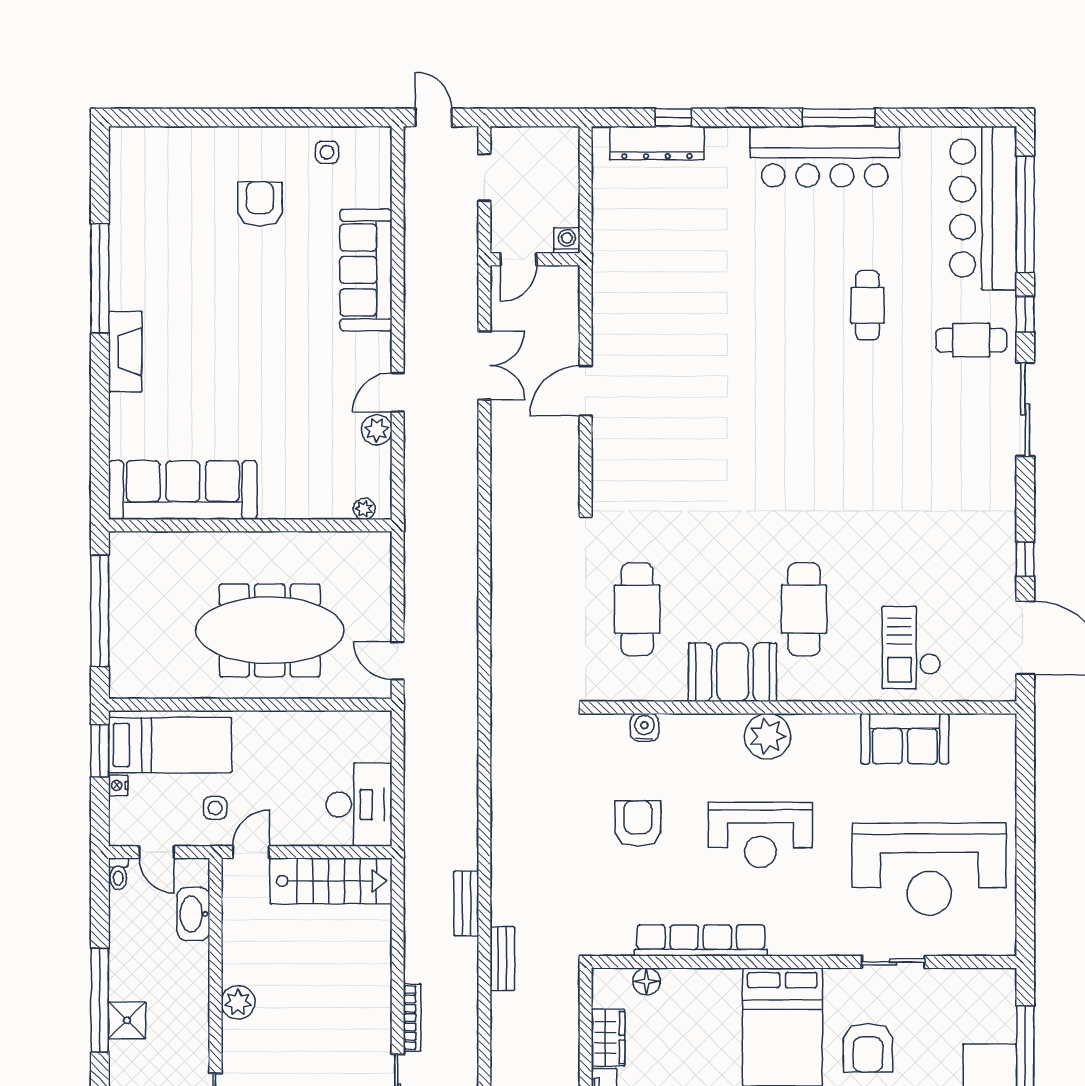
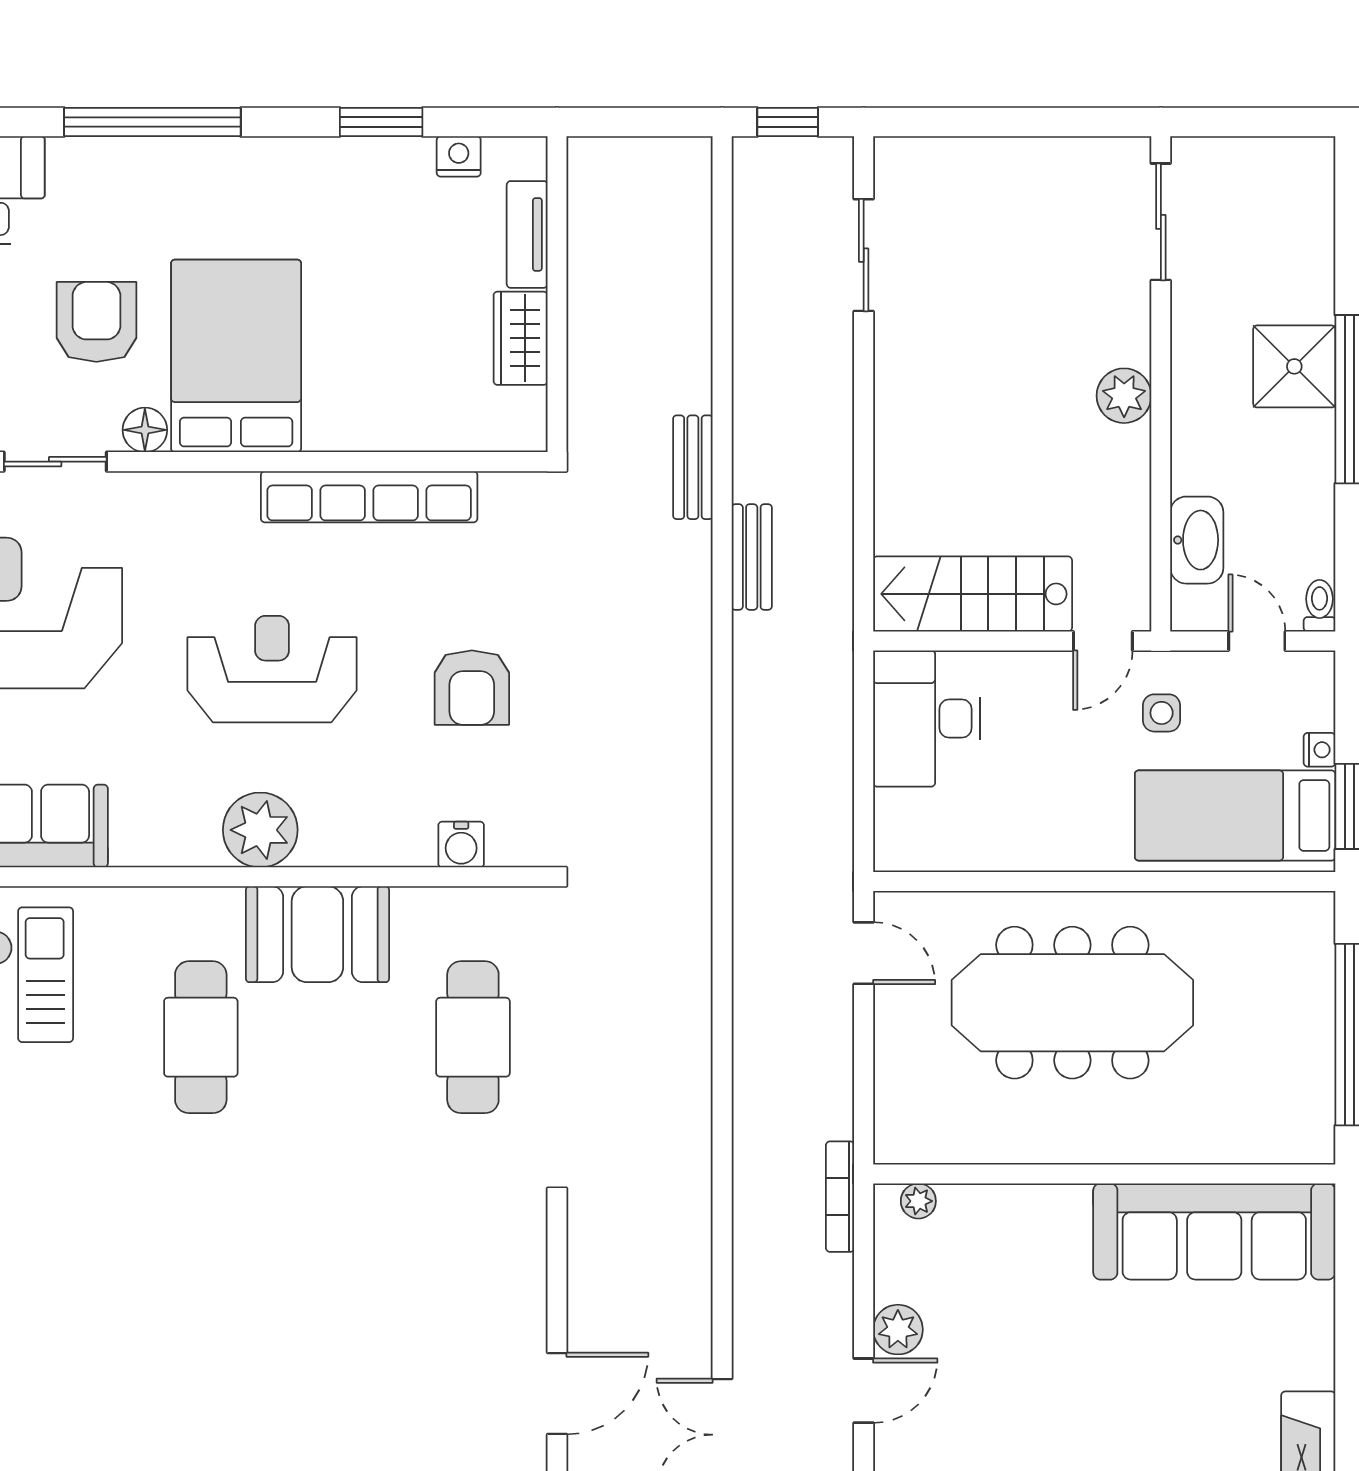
floor lamp: (646, 981) -> (145, 430), moved
bookcase: (412, 1018) -> (840, 1197), moved
shower: (127, 1020) -> (1294, 366), width x1.36, depth x1.36

